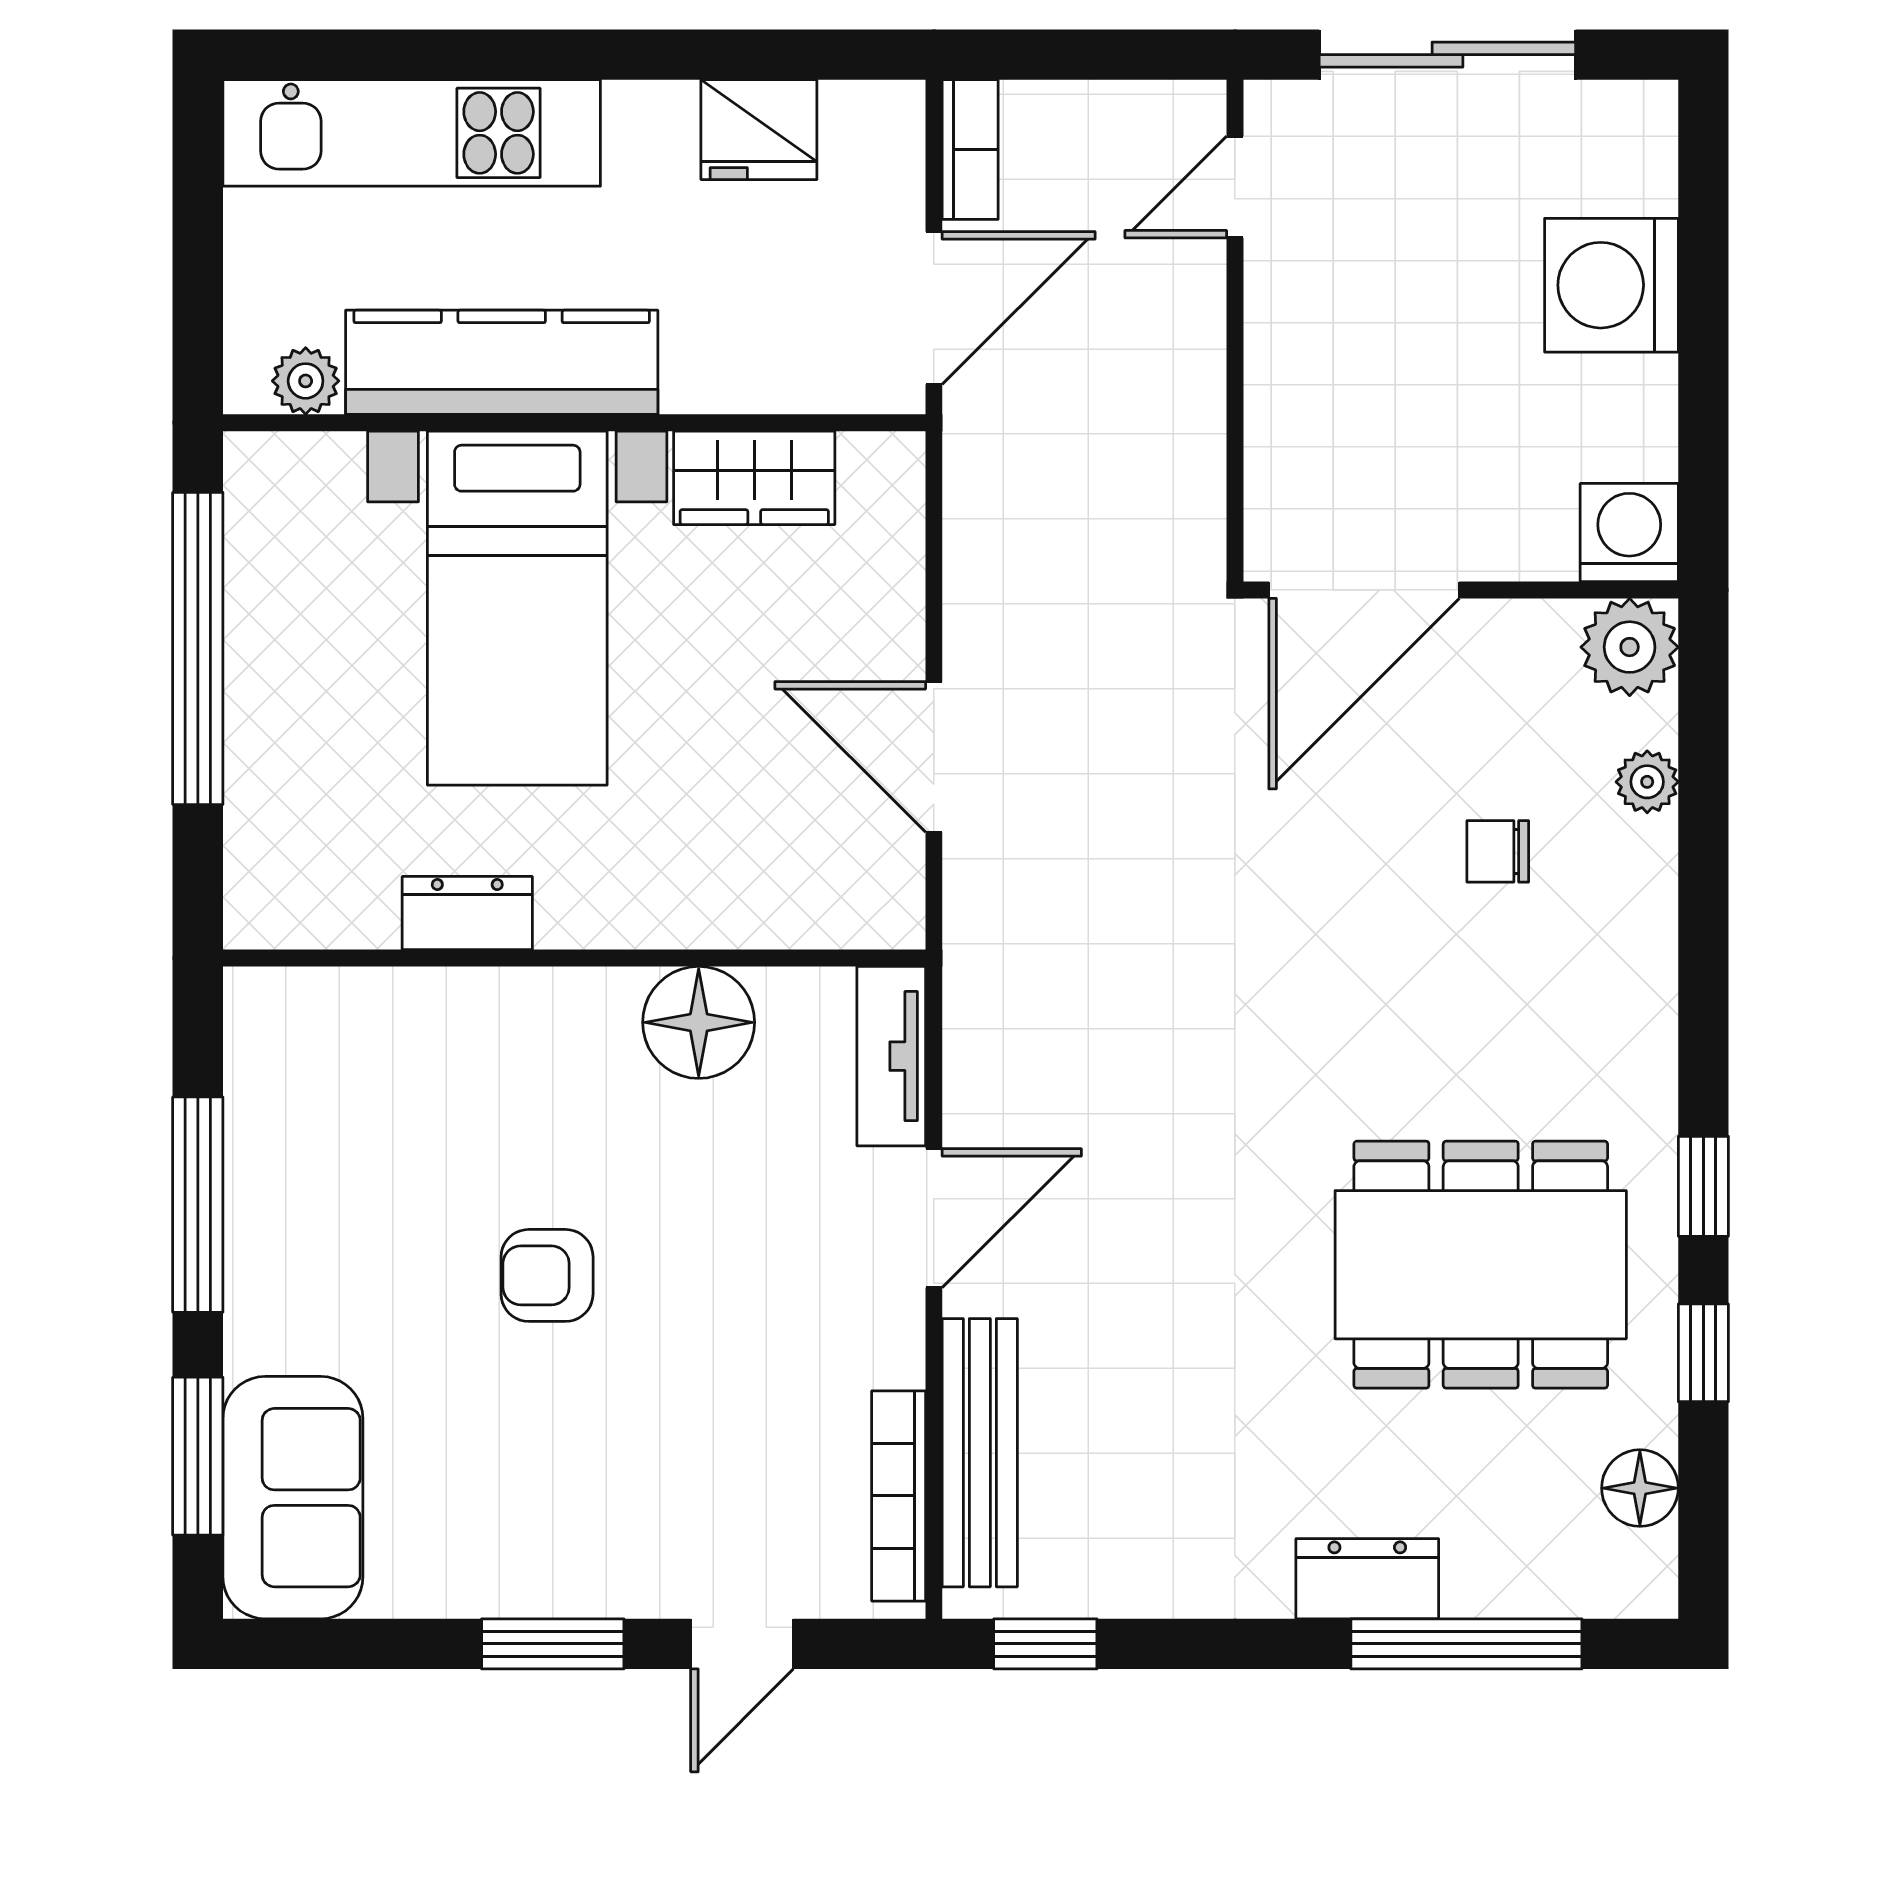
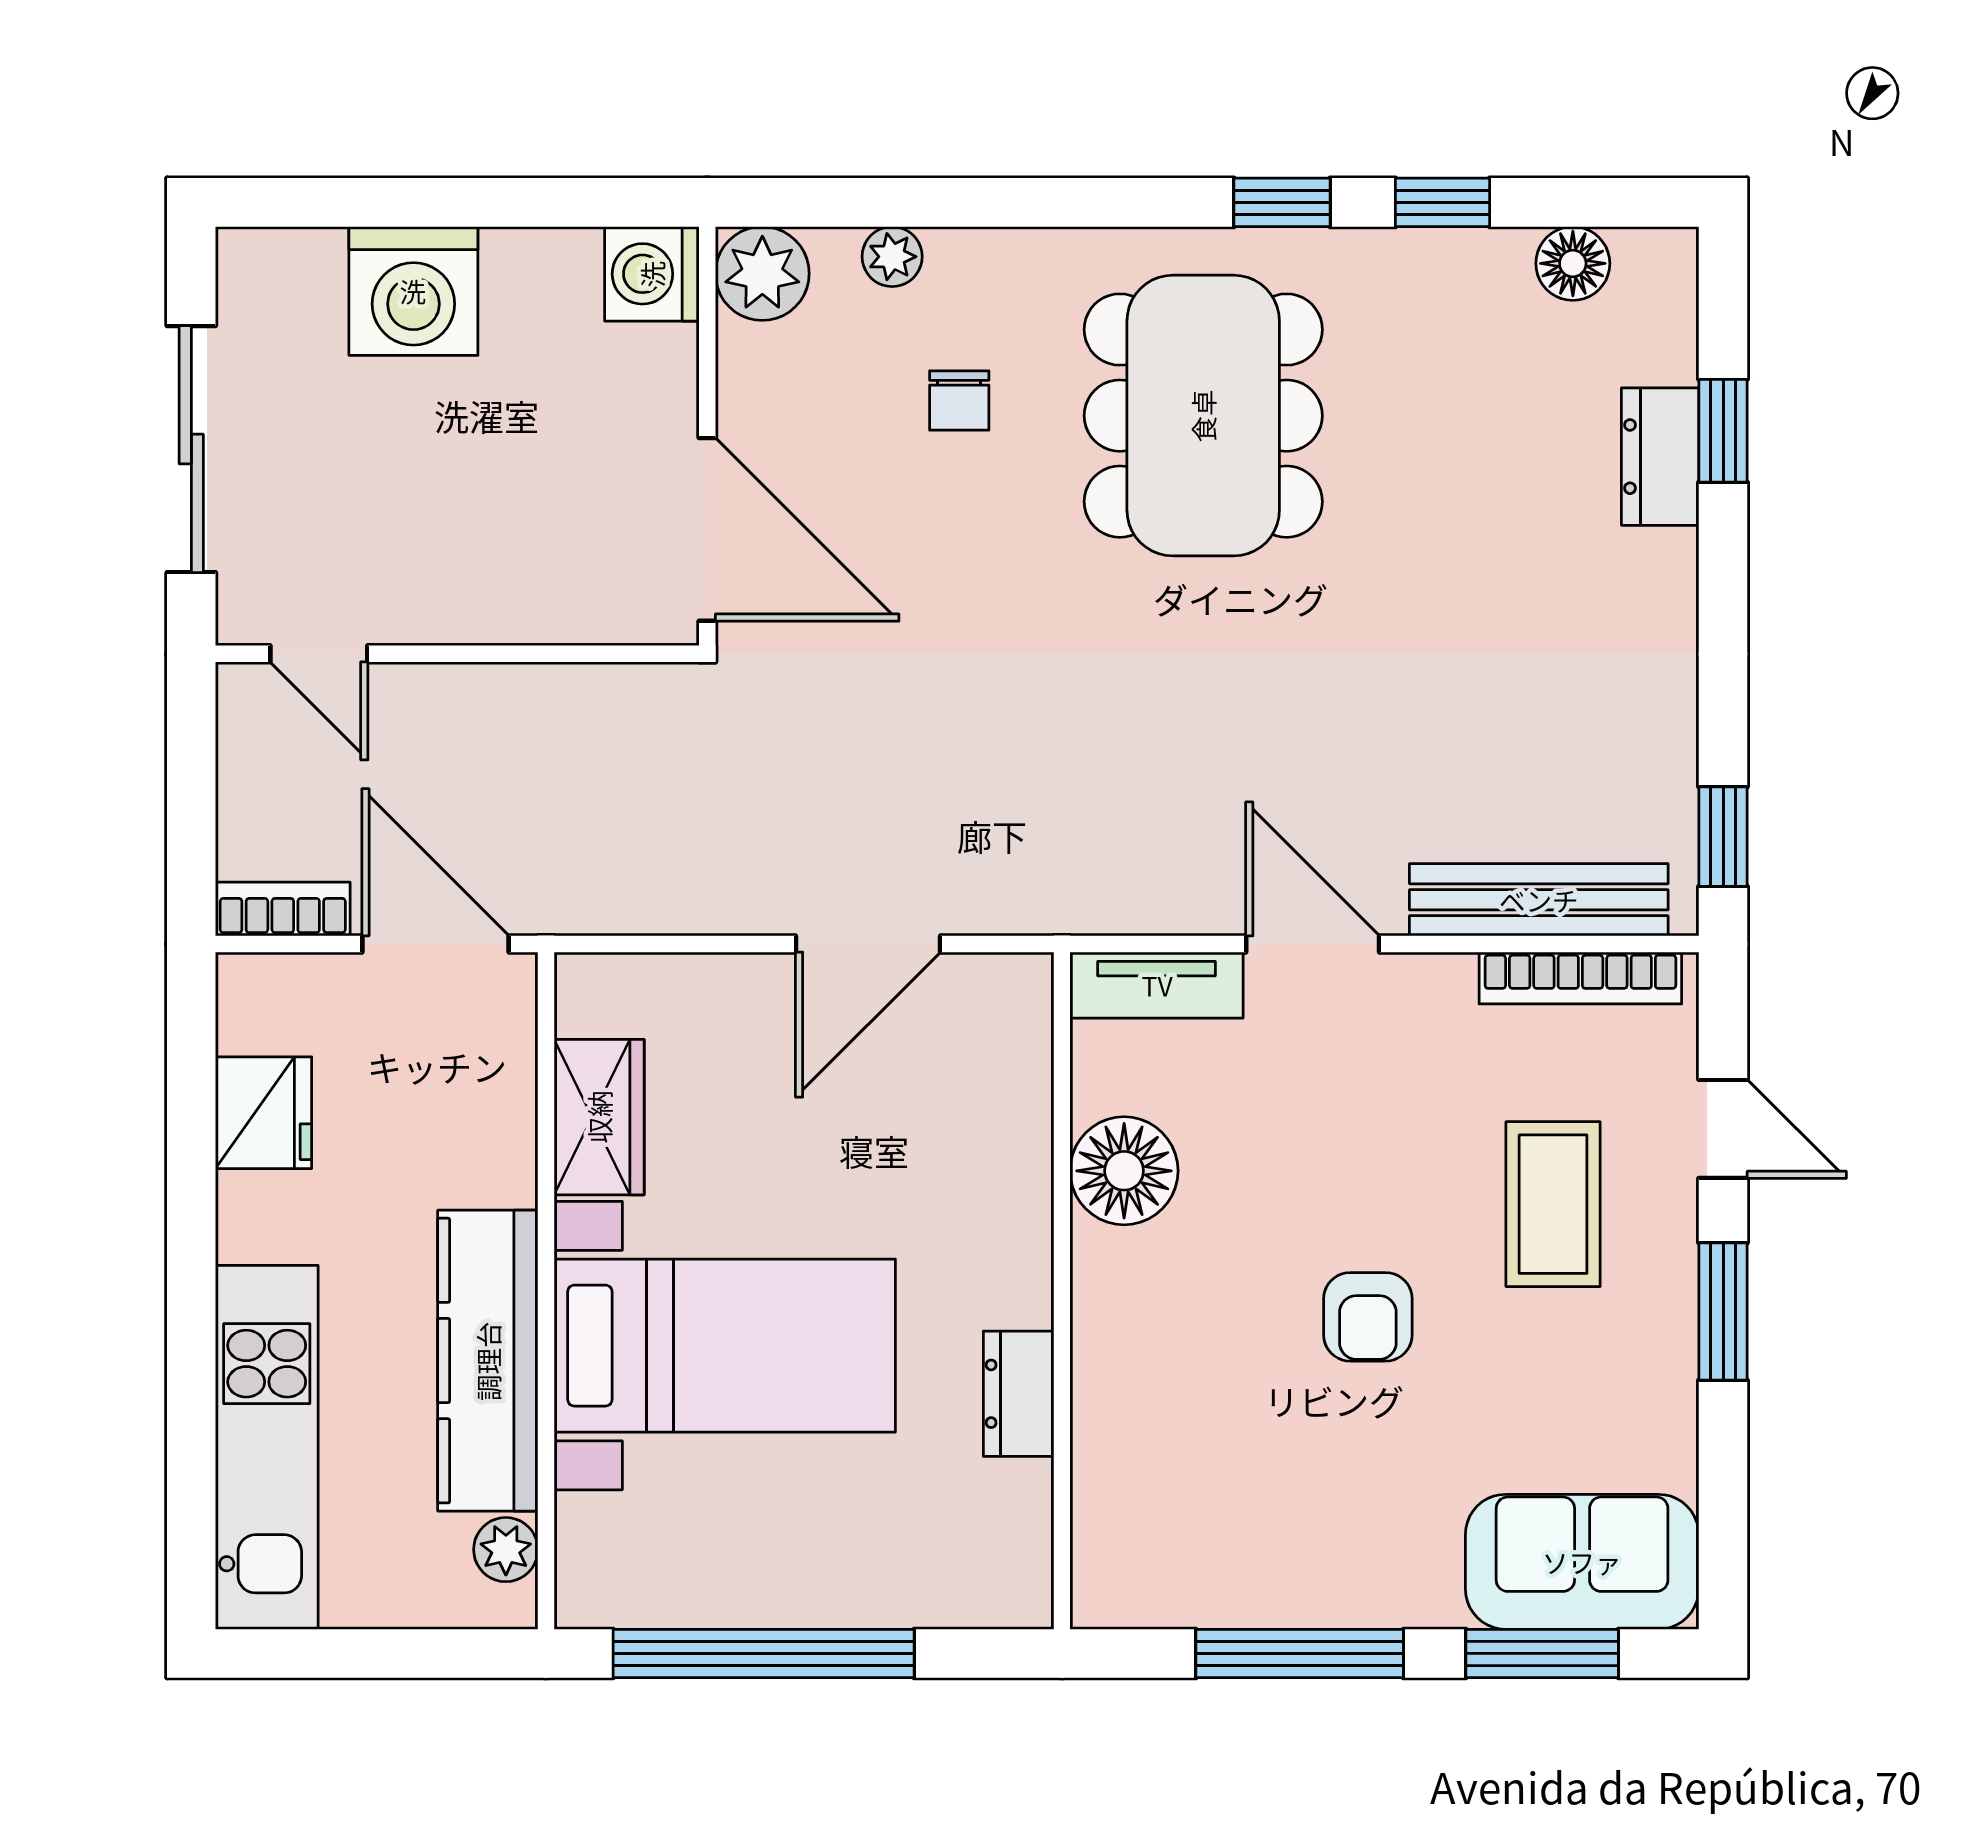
dining table: (1481, 1265) -> (1203, 416), moved
coffee table: (664, 1468) -> (1553, 1204), added
dresser: (1367, 1579) -> (1660, 457), moved
window: (1466, 1644) -> (1723, 431), width x0.46

